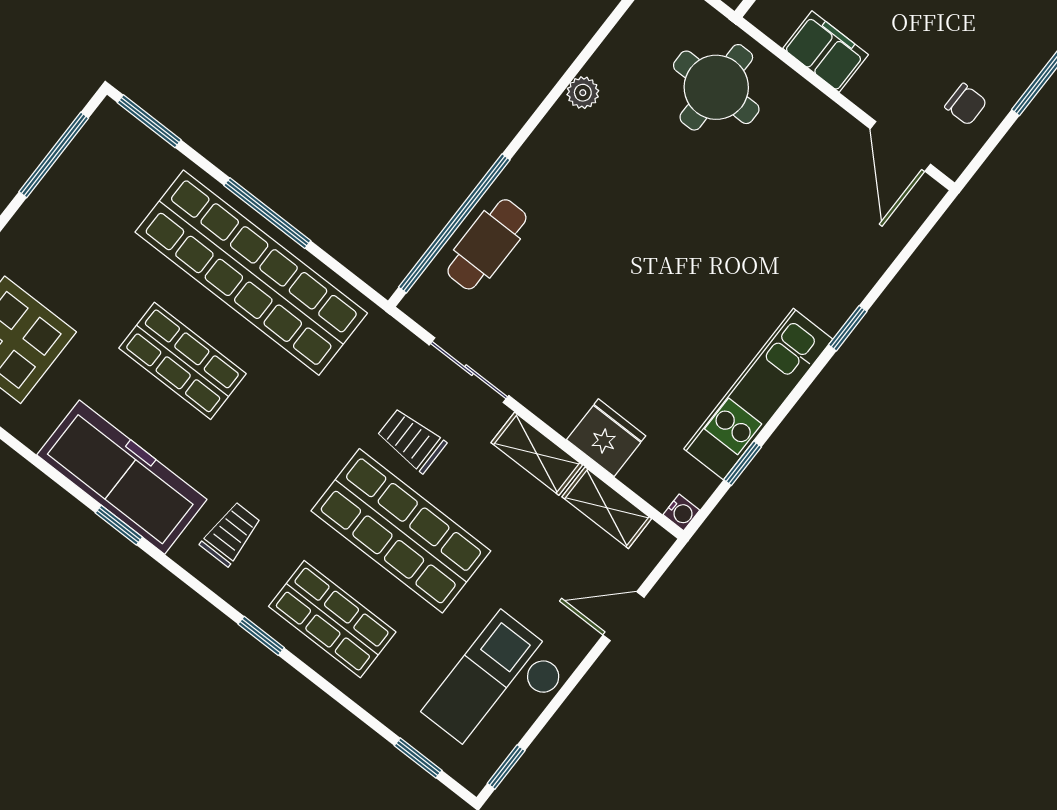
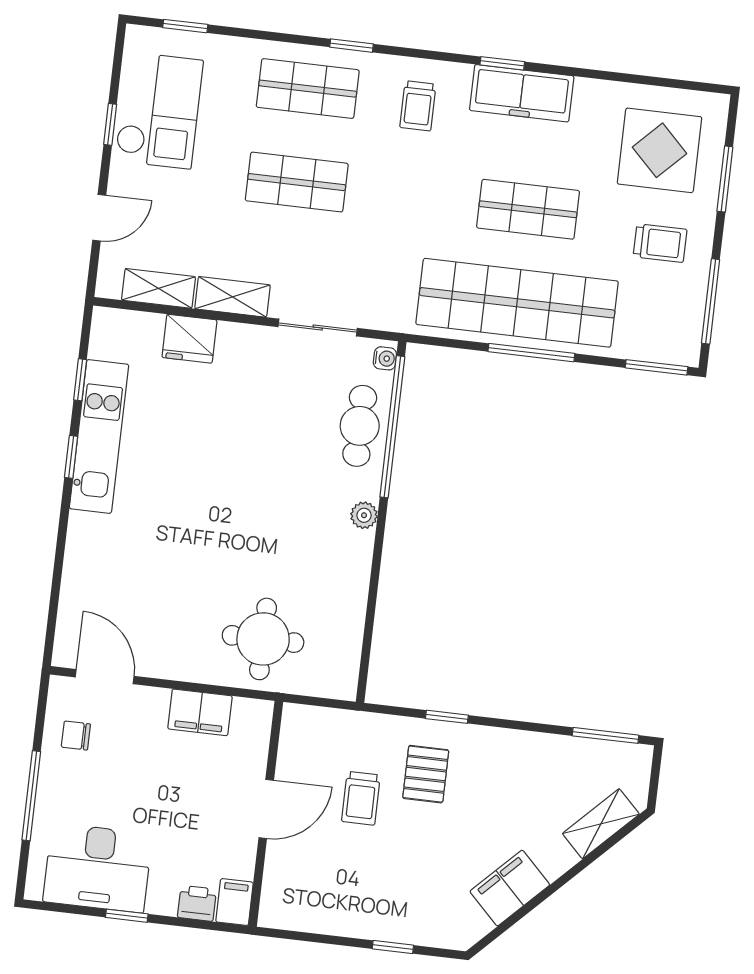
plant: (583, 93) -> (364, 515), moved
window: (848, 328) -> (71, 457), moved
trolley: (411, 440) -> (660, 243), moved
freezer: (122, 477) -> (522, 93), width x0.73, depth x0.79
water cooler: (681, 512) -> (385, 358), moved, turned 180
shop shelf: (401, 531) -> (297, 182), width x0.70, depth x0.74
window: (506, 767) -> (110, 124), moved

